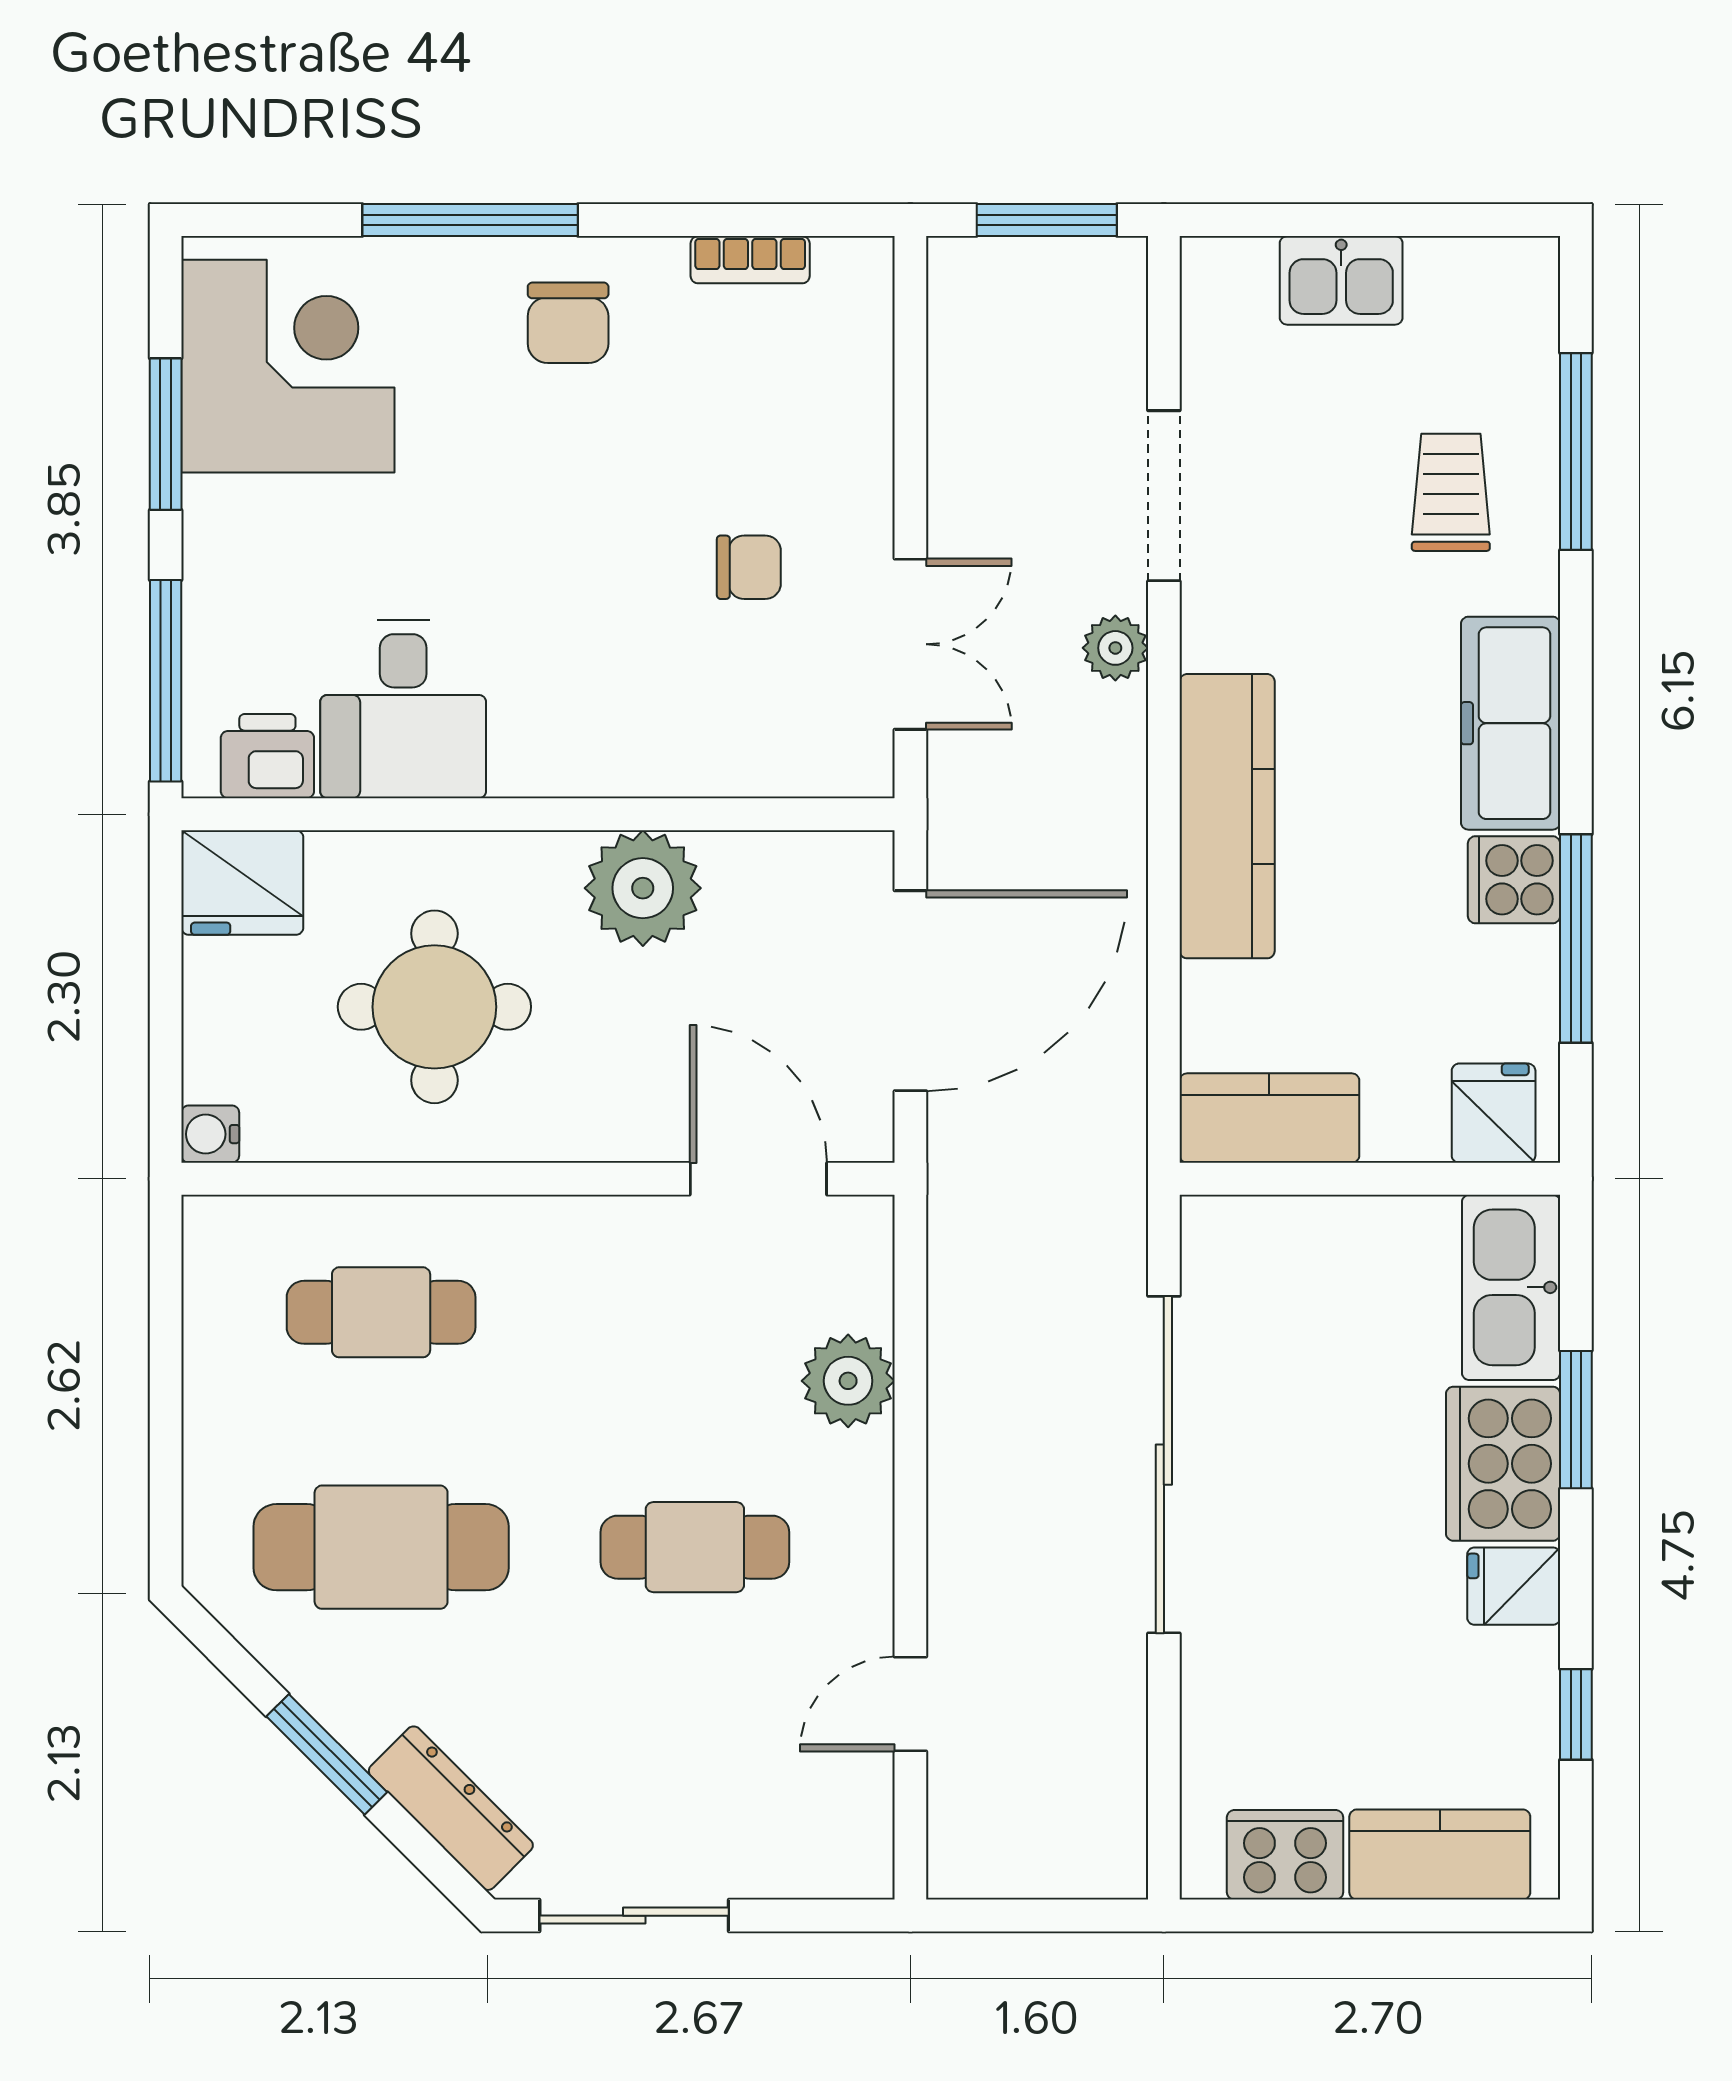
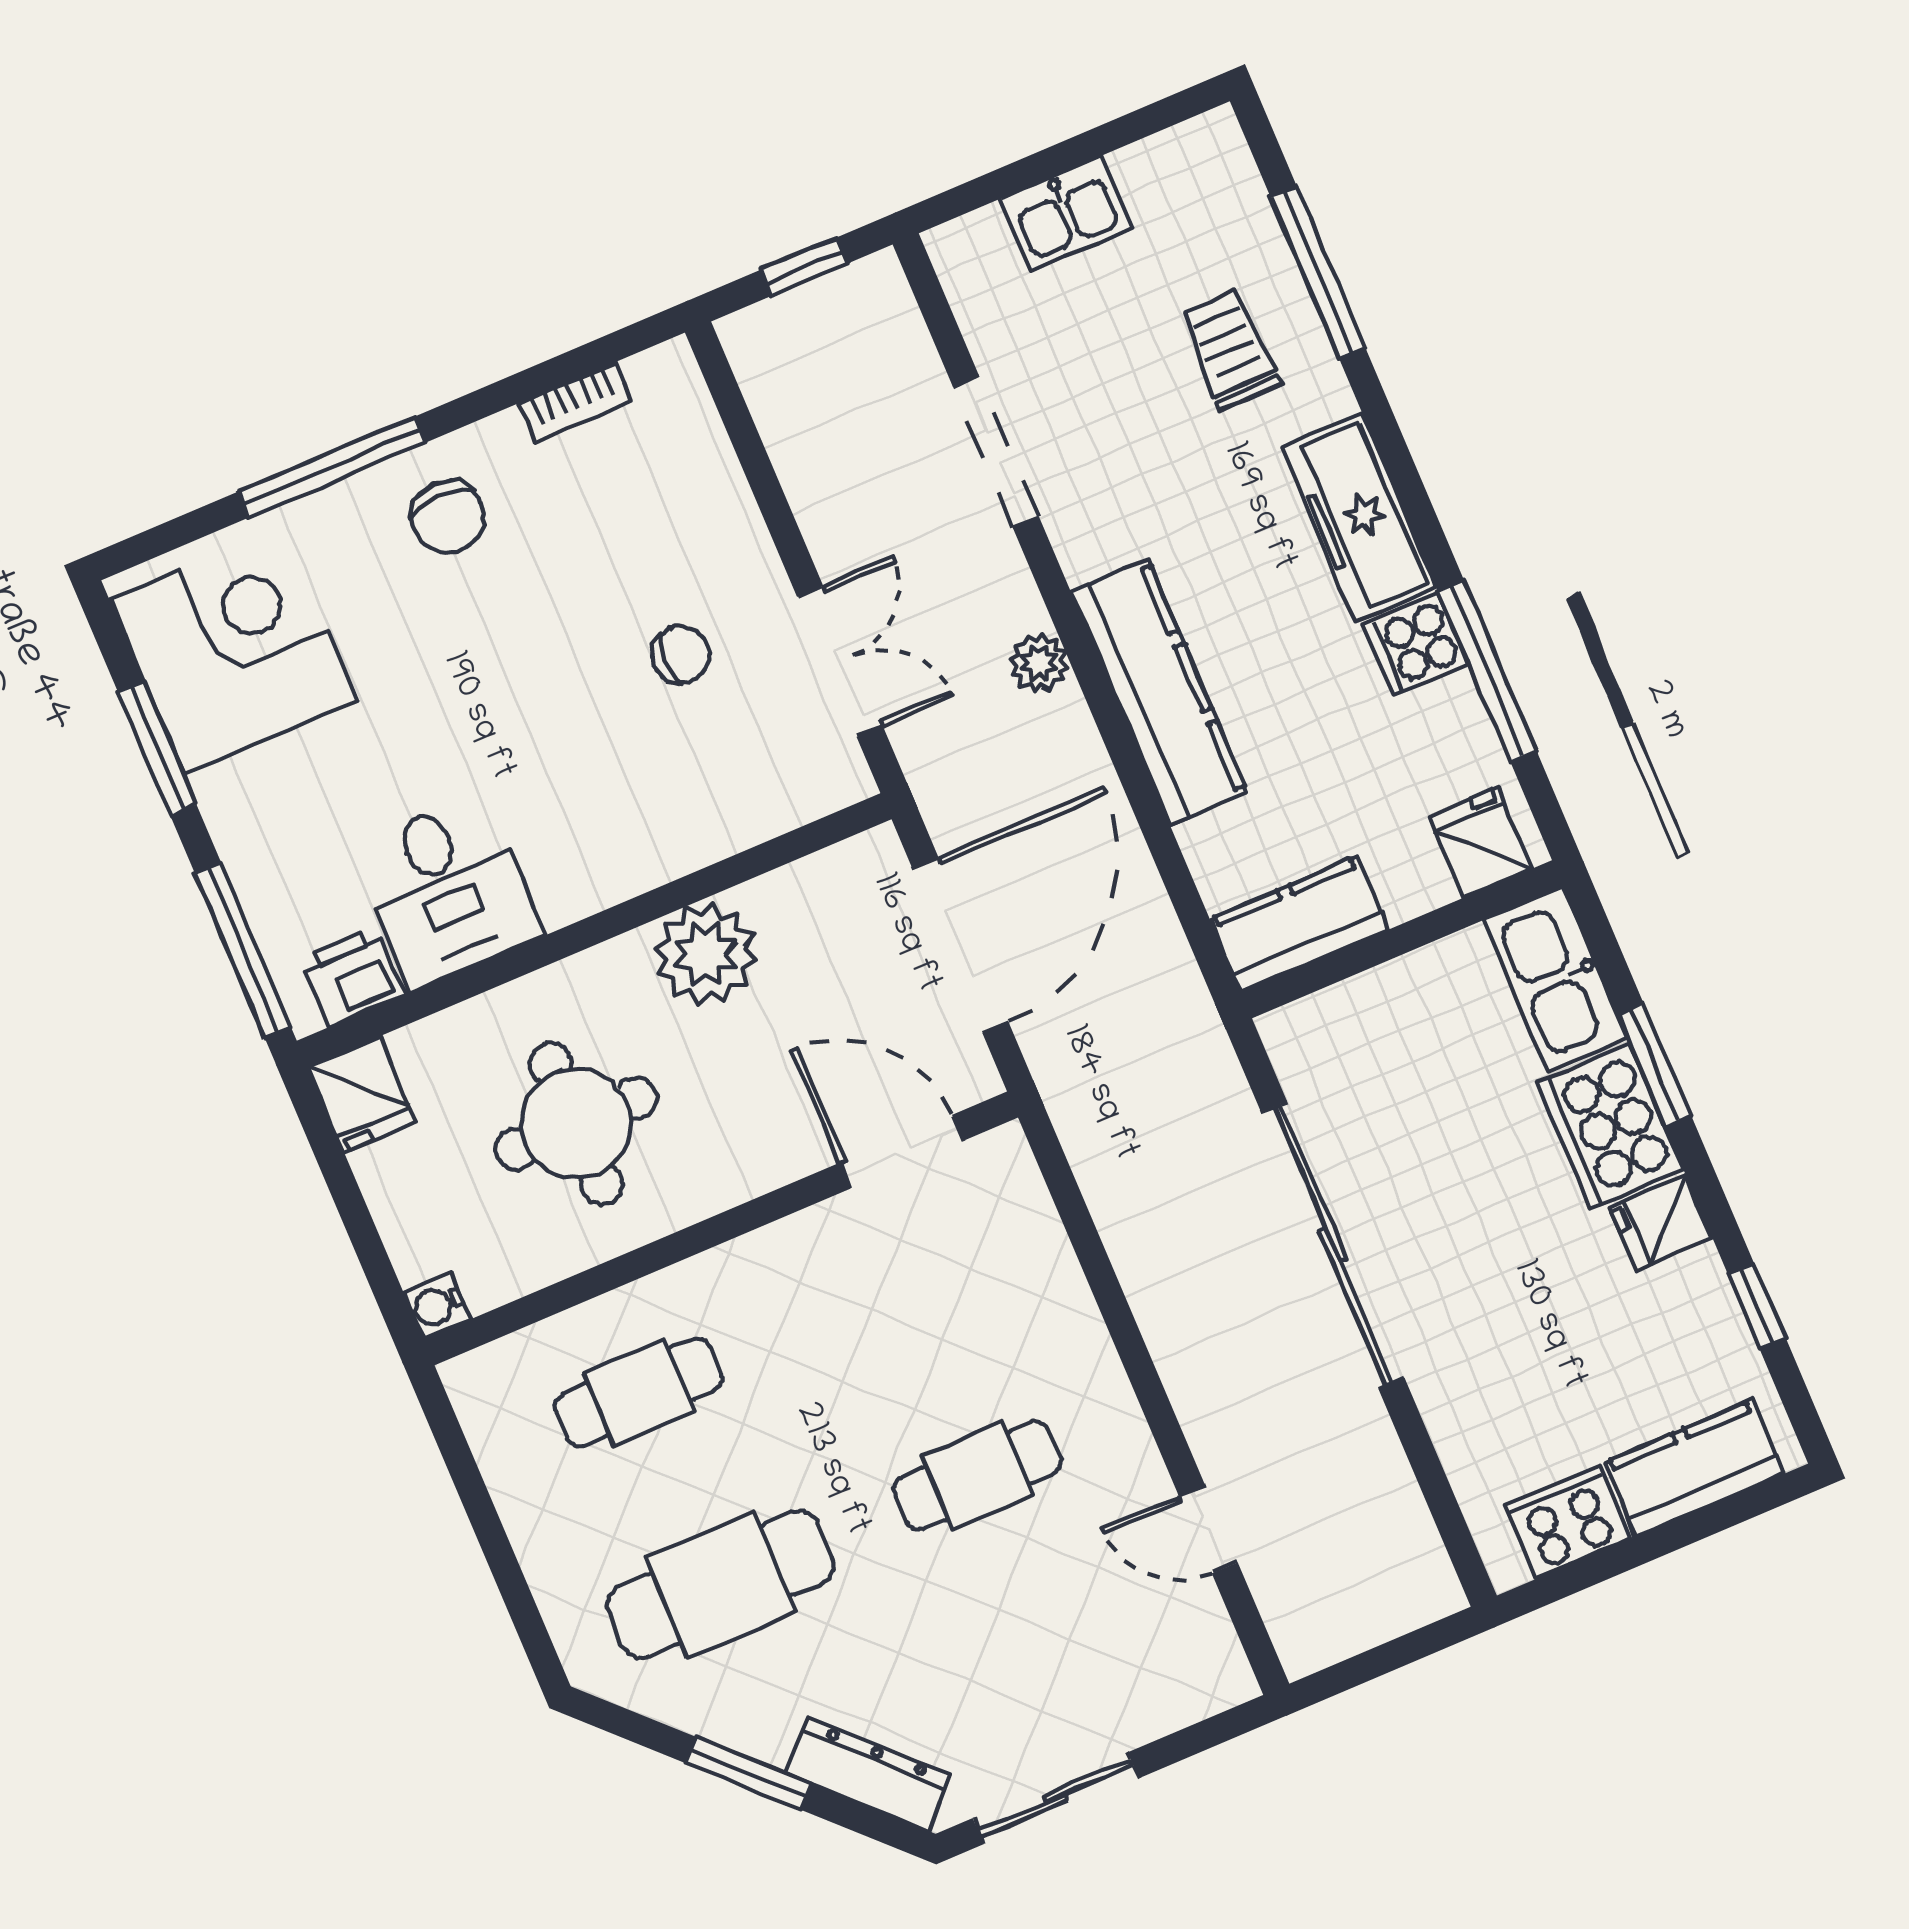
window: (1047, 220) -> (804, 267), width x0.67
plant: (1115, 648) -> (1039, 663), moved
fridge: (242, 883) -> (362, 1095), width x0.72
plant: (848, 1381) -> (1045, 1286), removed
door: (910, 1704) -> (1208, 1529), hinge flipped

